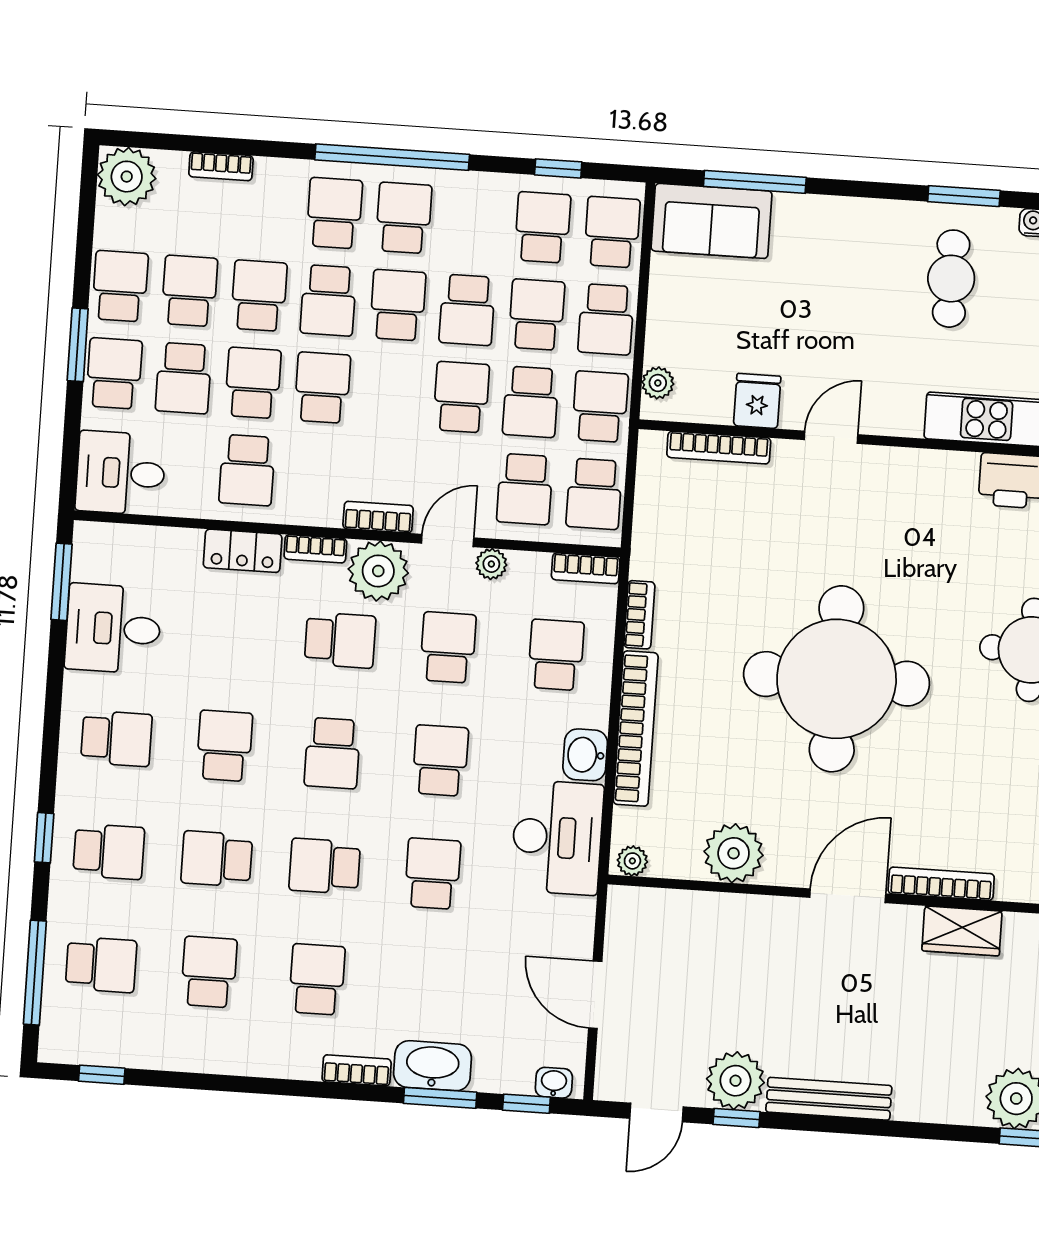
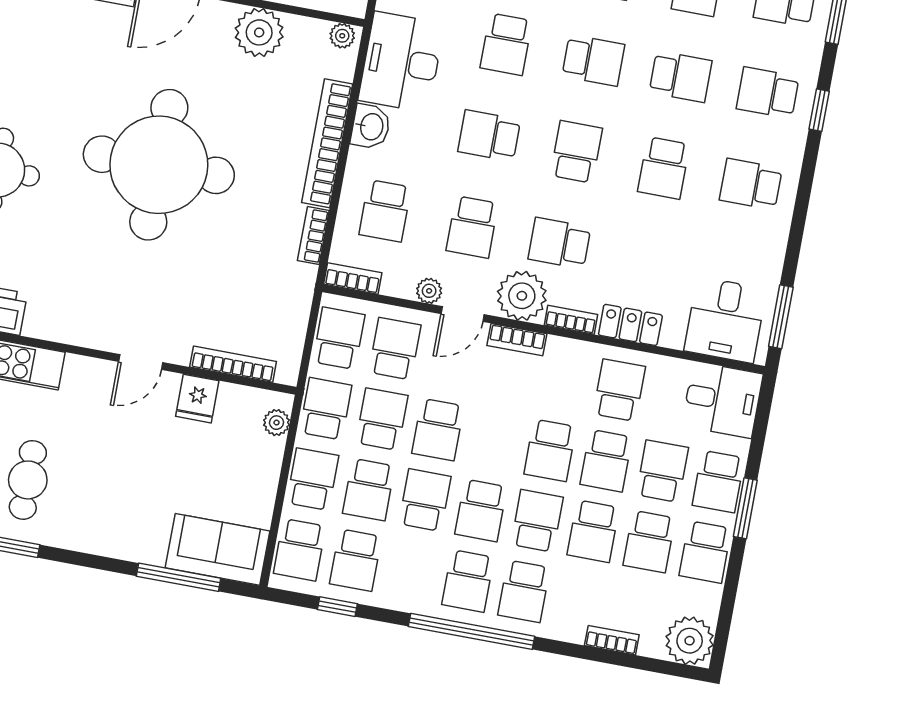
school desk: (600, 407) -> (326, 409), turned 180
desk: (113, 629) -> (725, 320), moved, turned 90
school desk: (440, 761) -> (489, 136), turned 90

